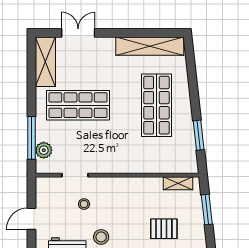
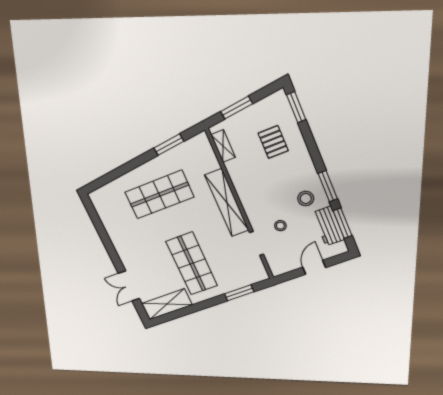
shelving: (150, 46) -> (227, 203), moved
window: (32, 138) -> (239, 293), width x0.69
plant: (44, 150) -> (246, 279), removed
door: (32, 219) -> (314, 267), swing flipped

